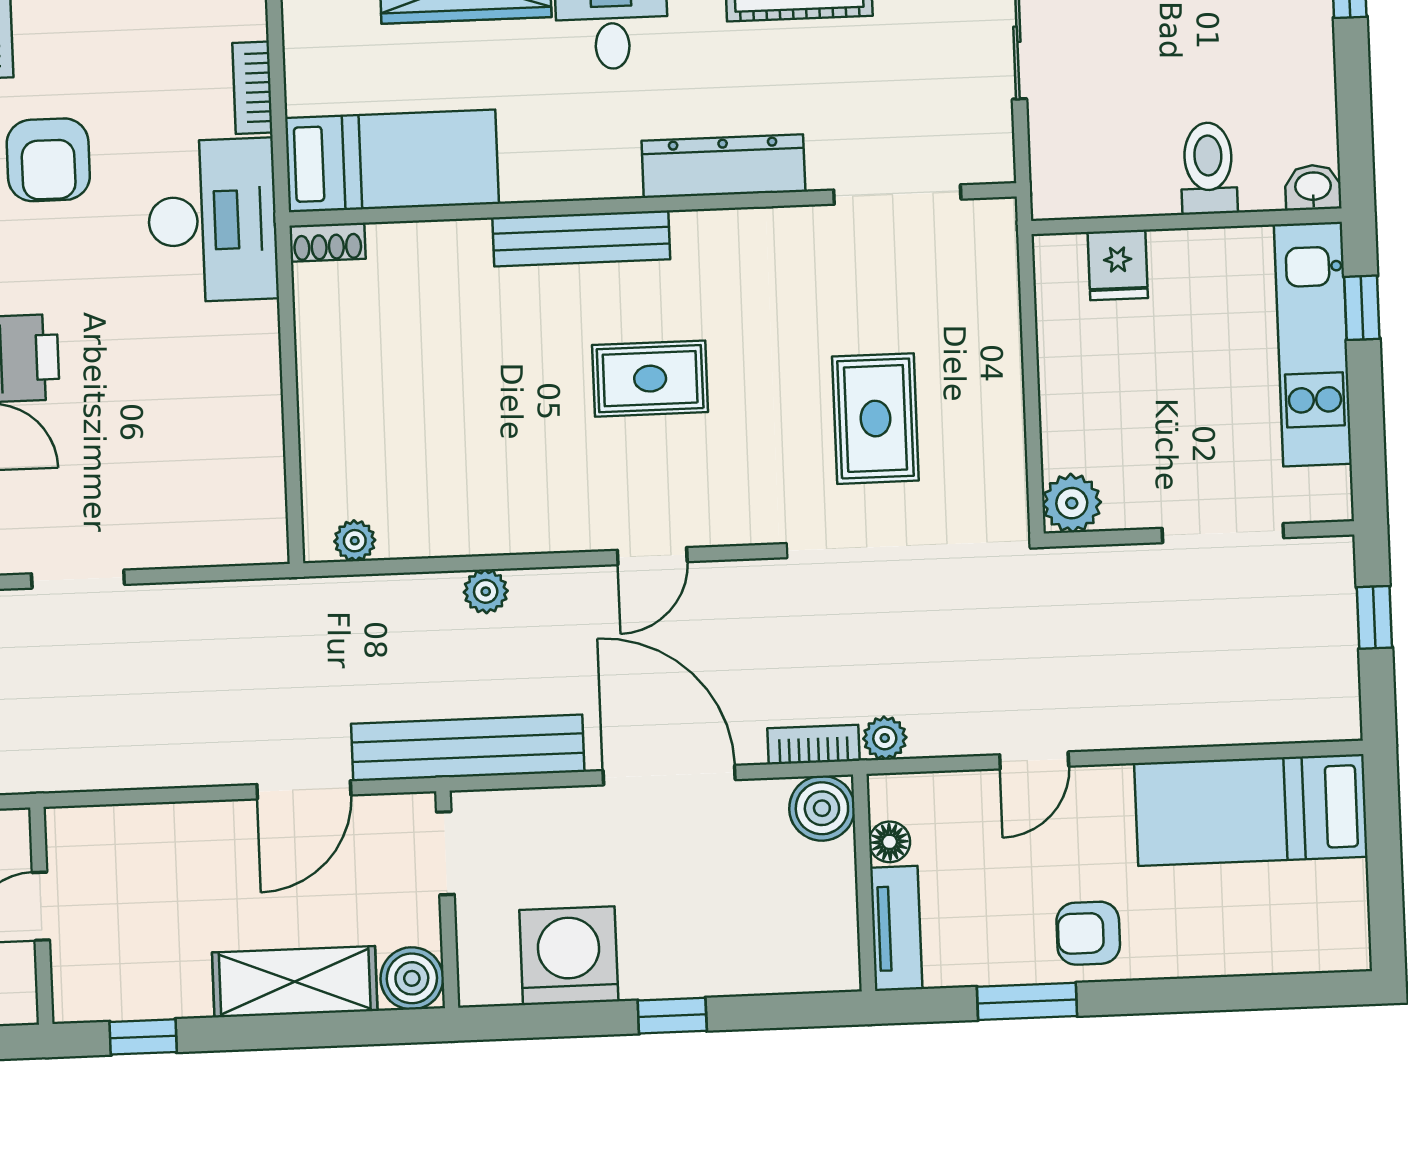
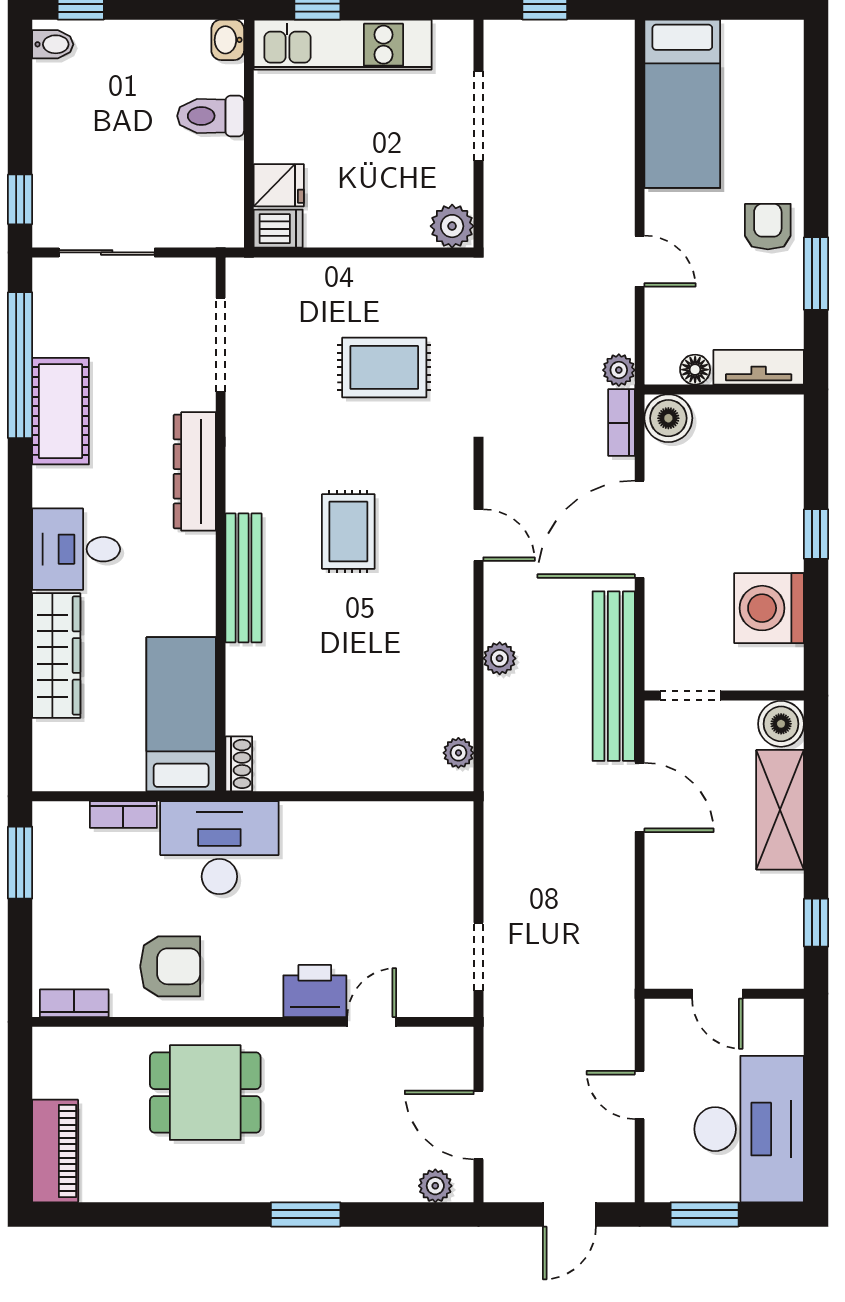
dishwasher: (1059, 267) -> (278, 229), added
armchair: (1088, 933) -> (768, 227), turned 180

